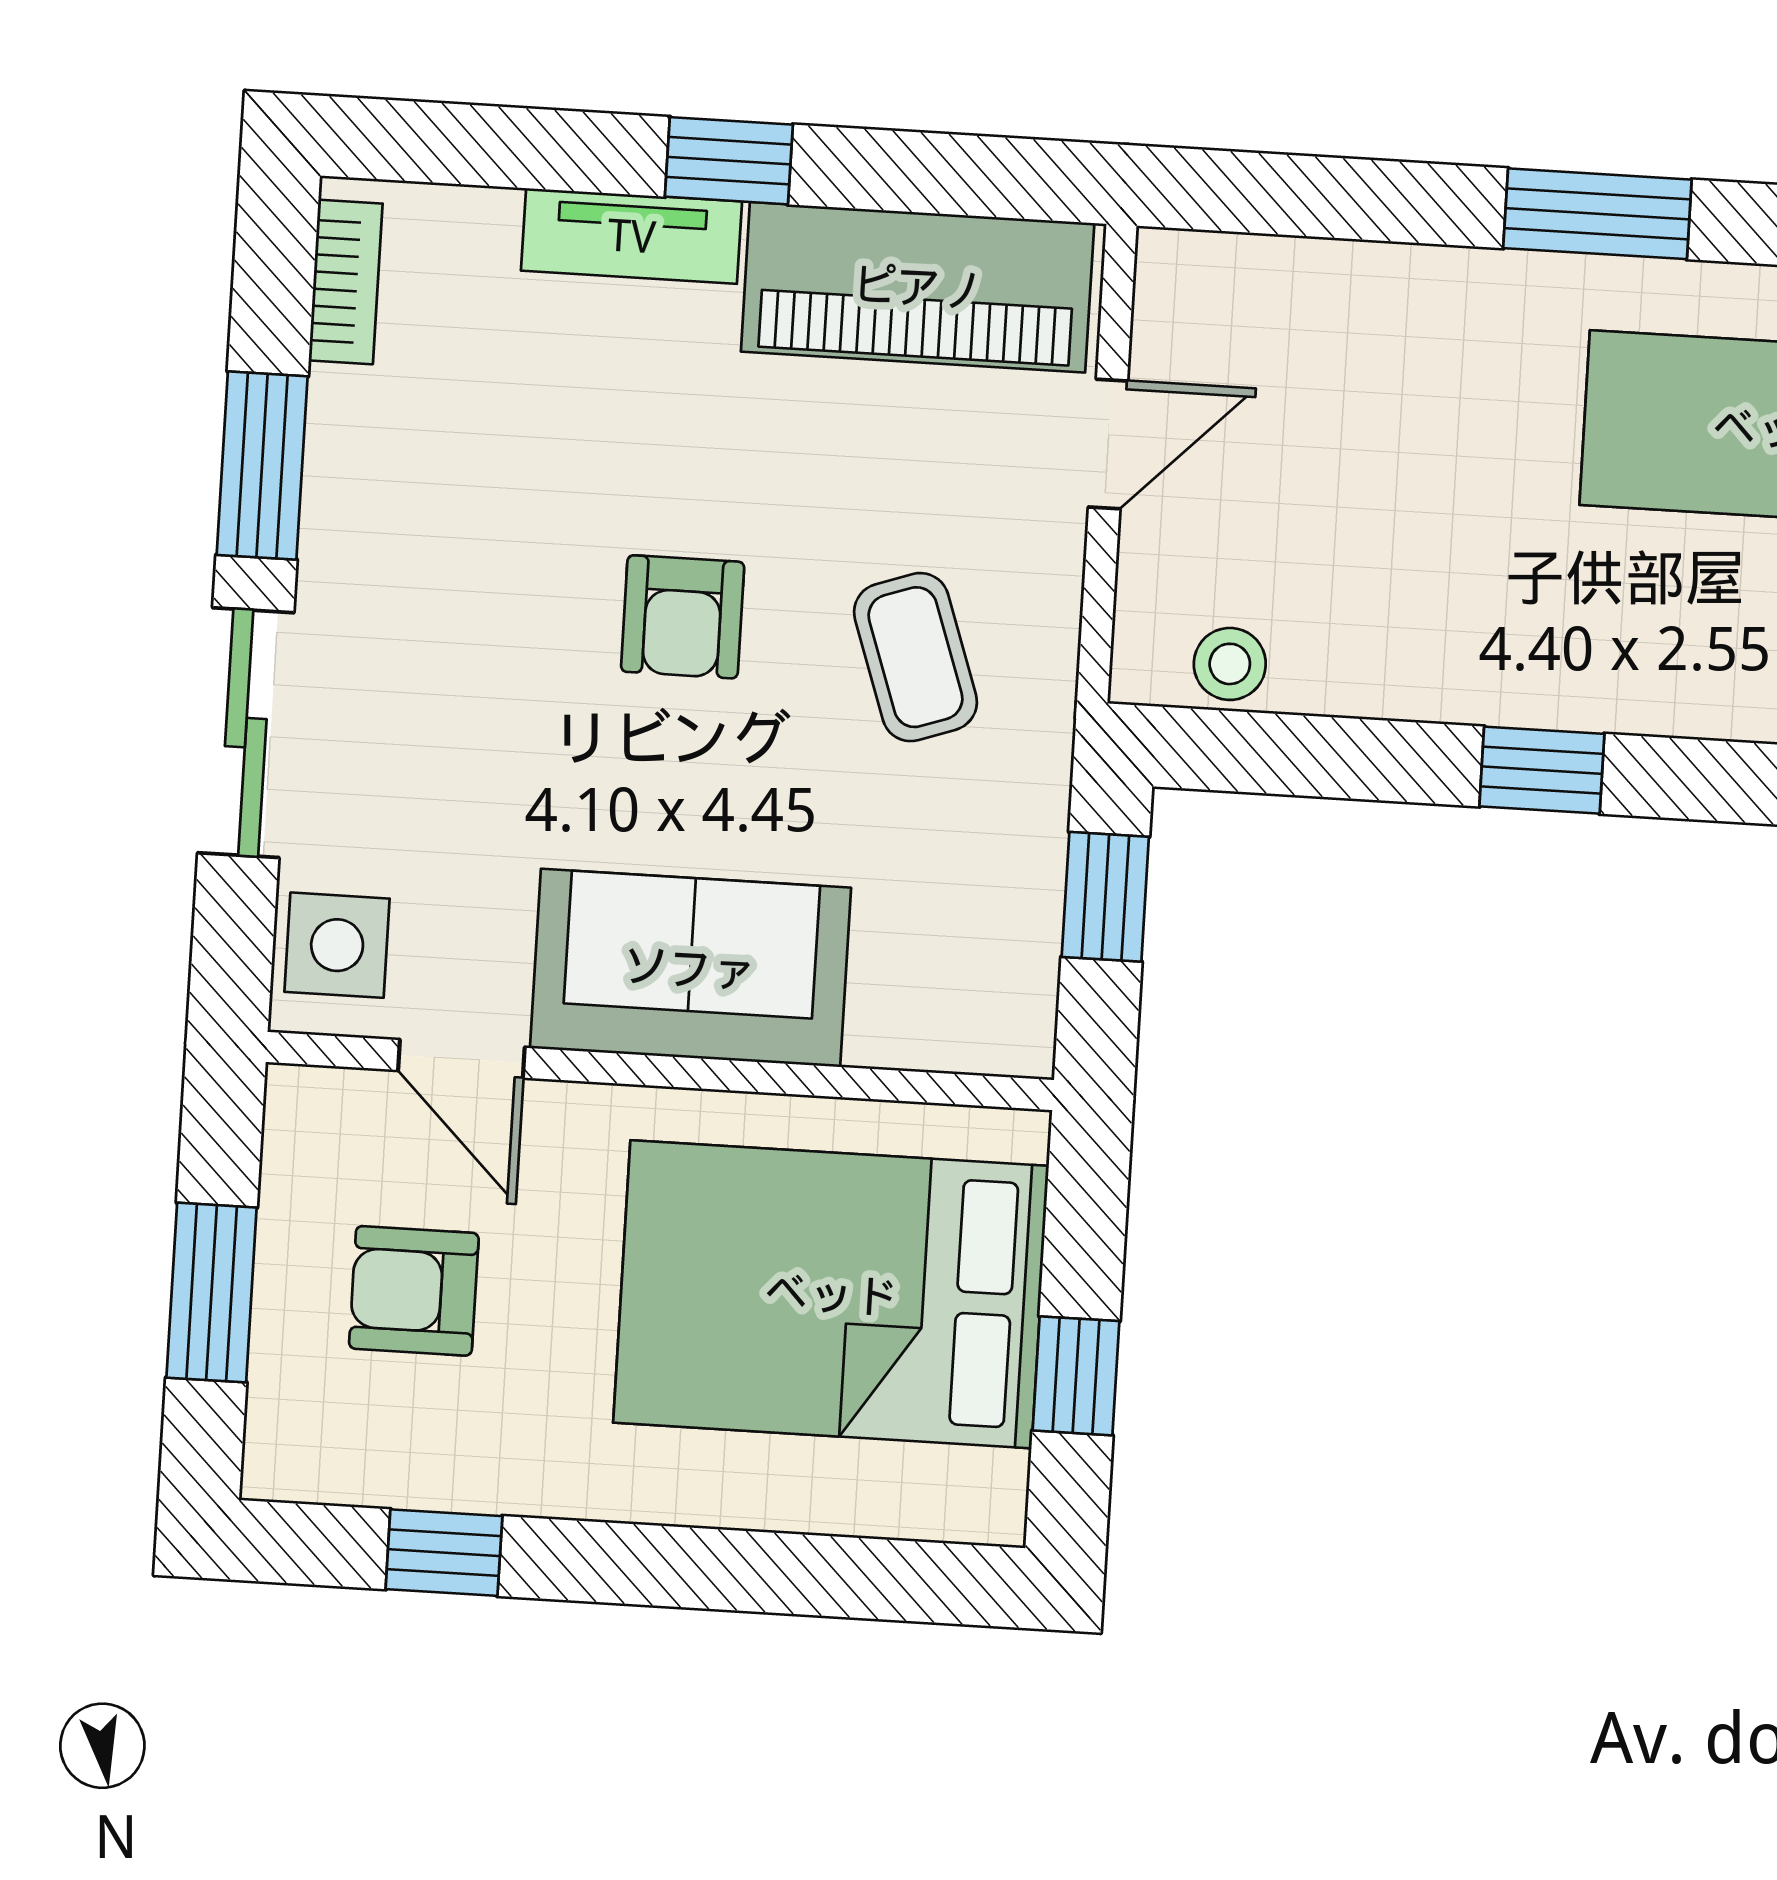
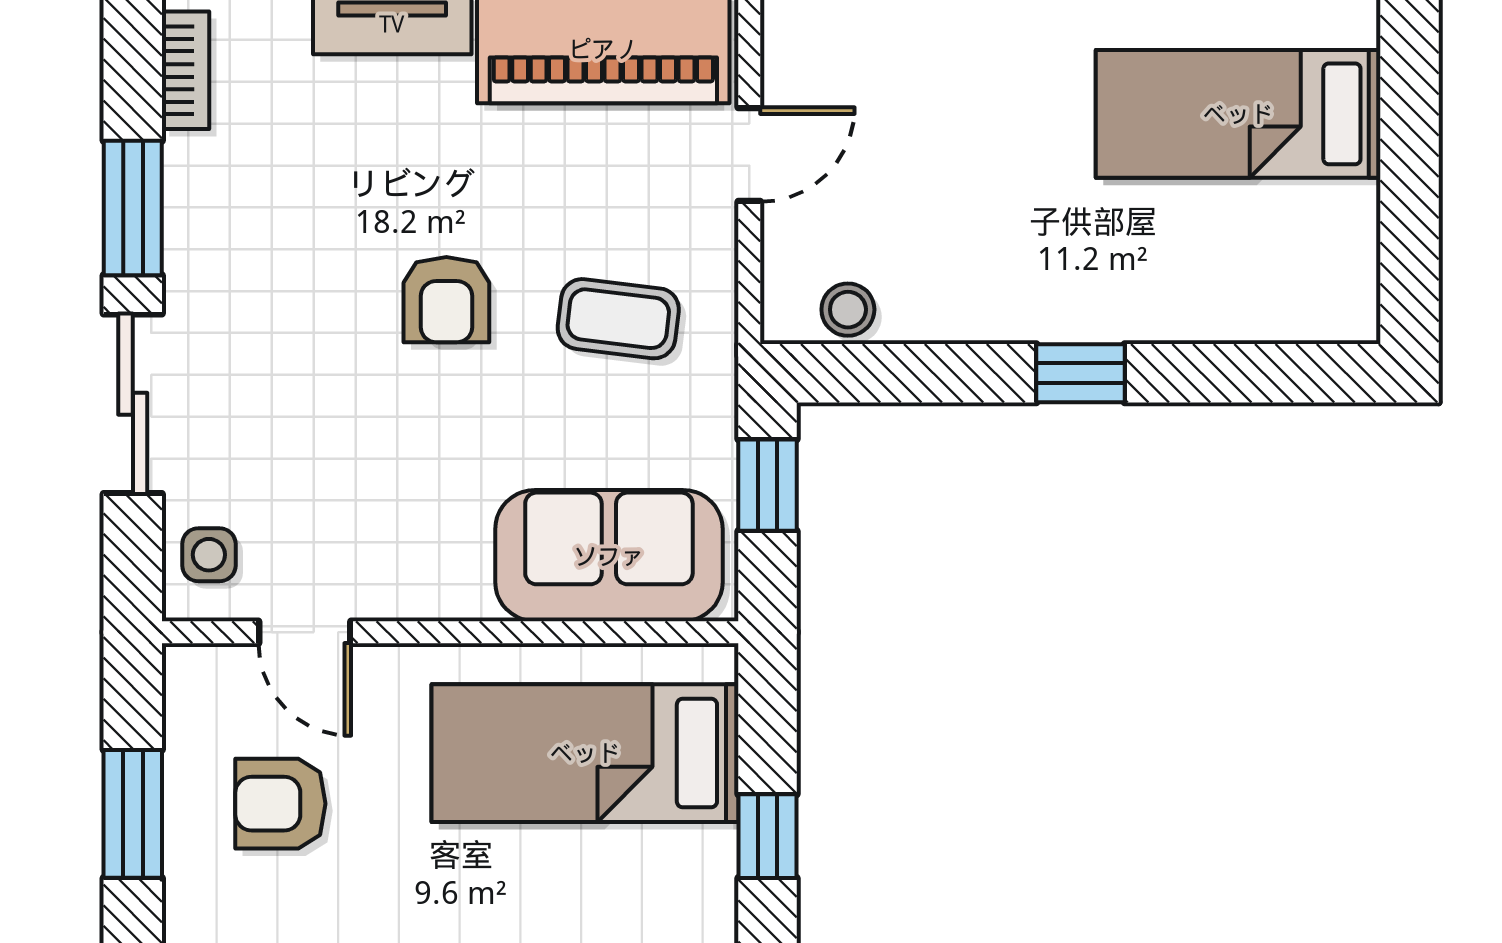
coffee table: (915, 657) -> (618, 319), turned -64
side table: (337, 945) -> (209, 555), width x0.73, depth x0.73
sofa: (690, 968) -> (609, 556), moved
bed: (831, 1294) -> (585, 753), width x0.67

